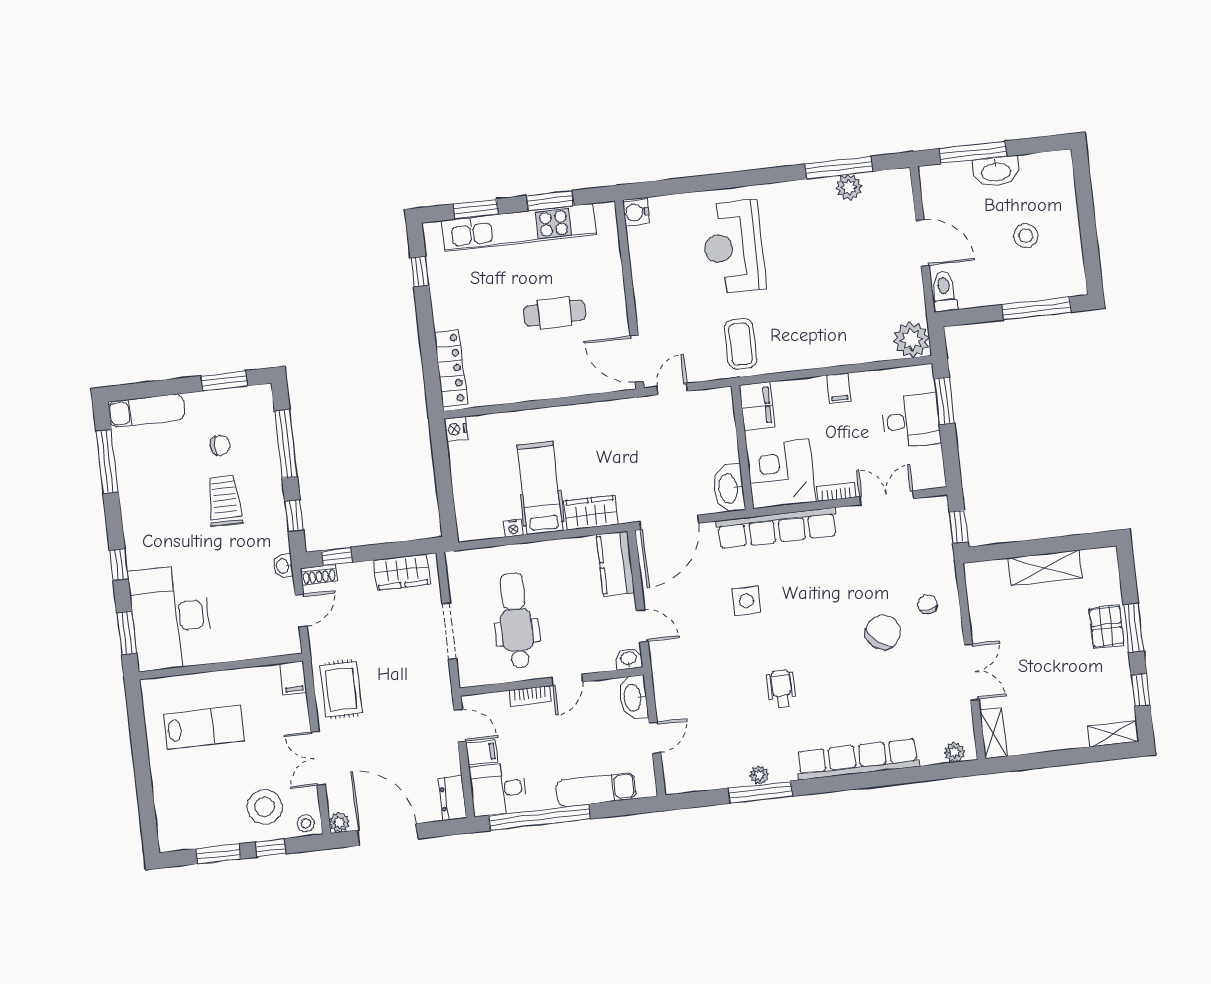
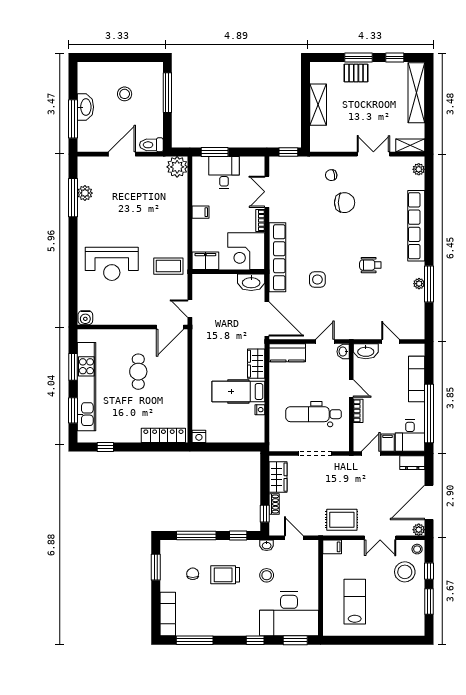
stool: (232, 572) -> (267, 575), added
shoe rack: (319, 575) -> (274, 504), moved
chair: (883, 632) -> (345, 203), turned 139
shelving: (1113, 734) -> (416, 93), width x2.20, depth x1.33

